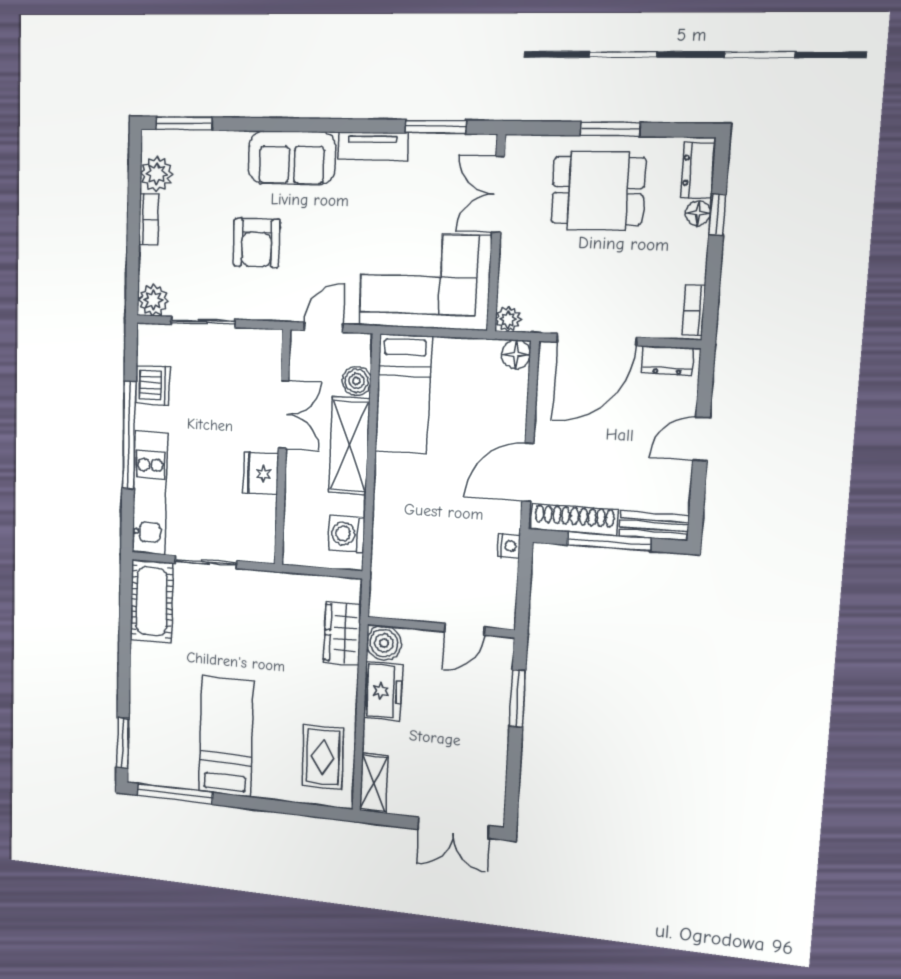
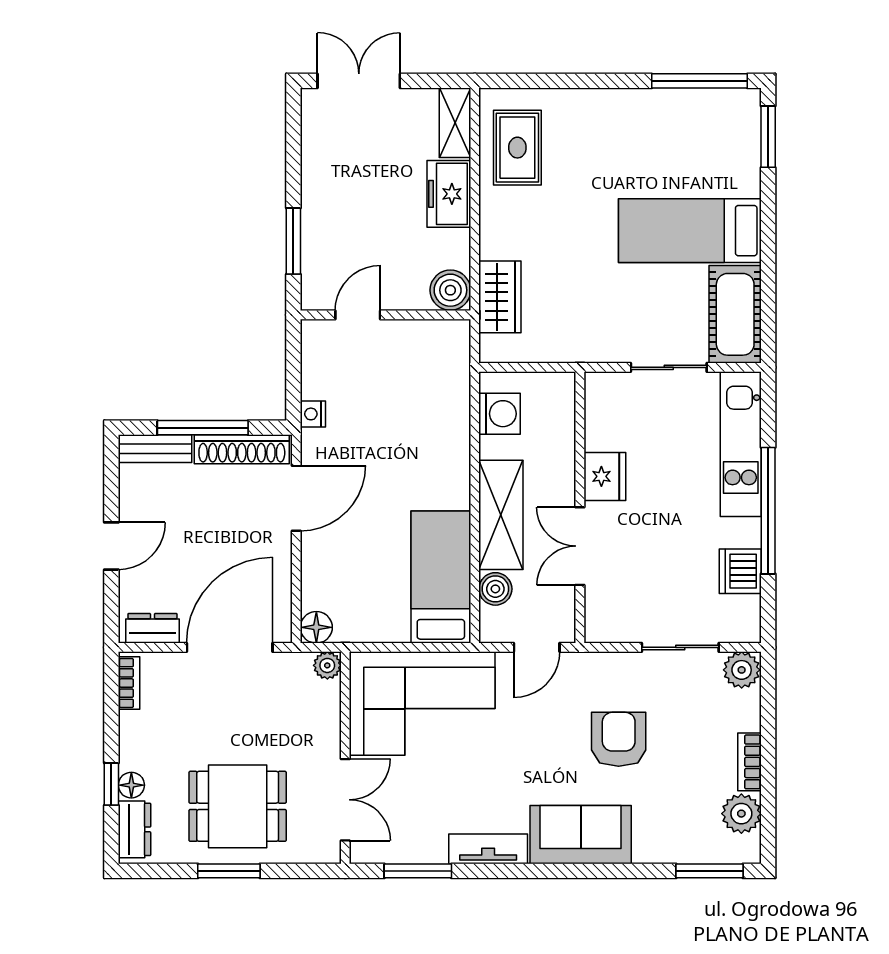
freezer: (383, 691) -> (449, 194), moved
bed: (226, 736) -> (690, 231), moved, turned 90

